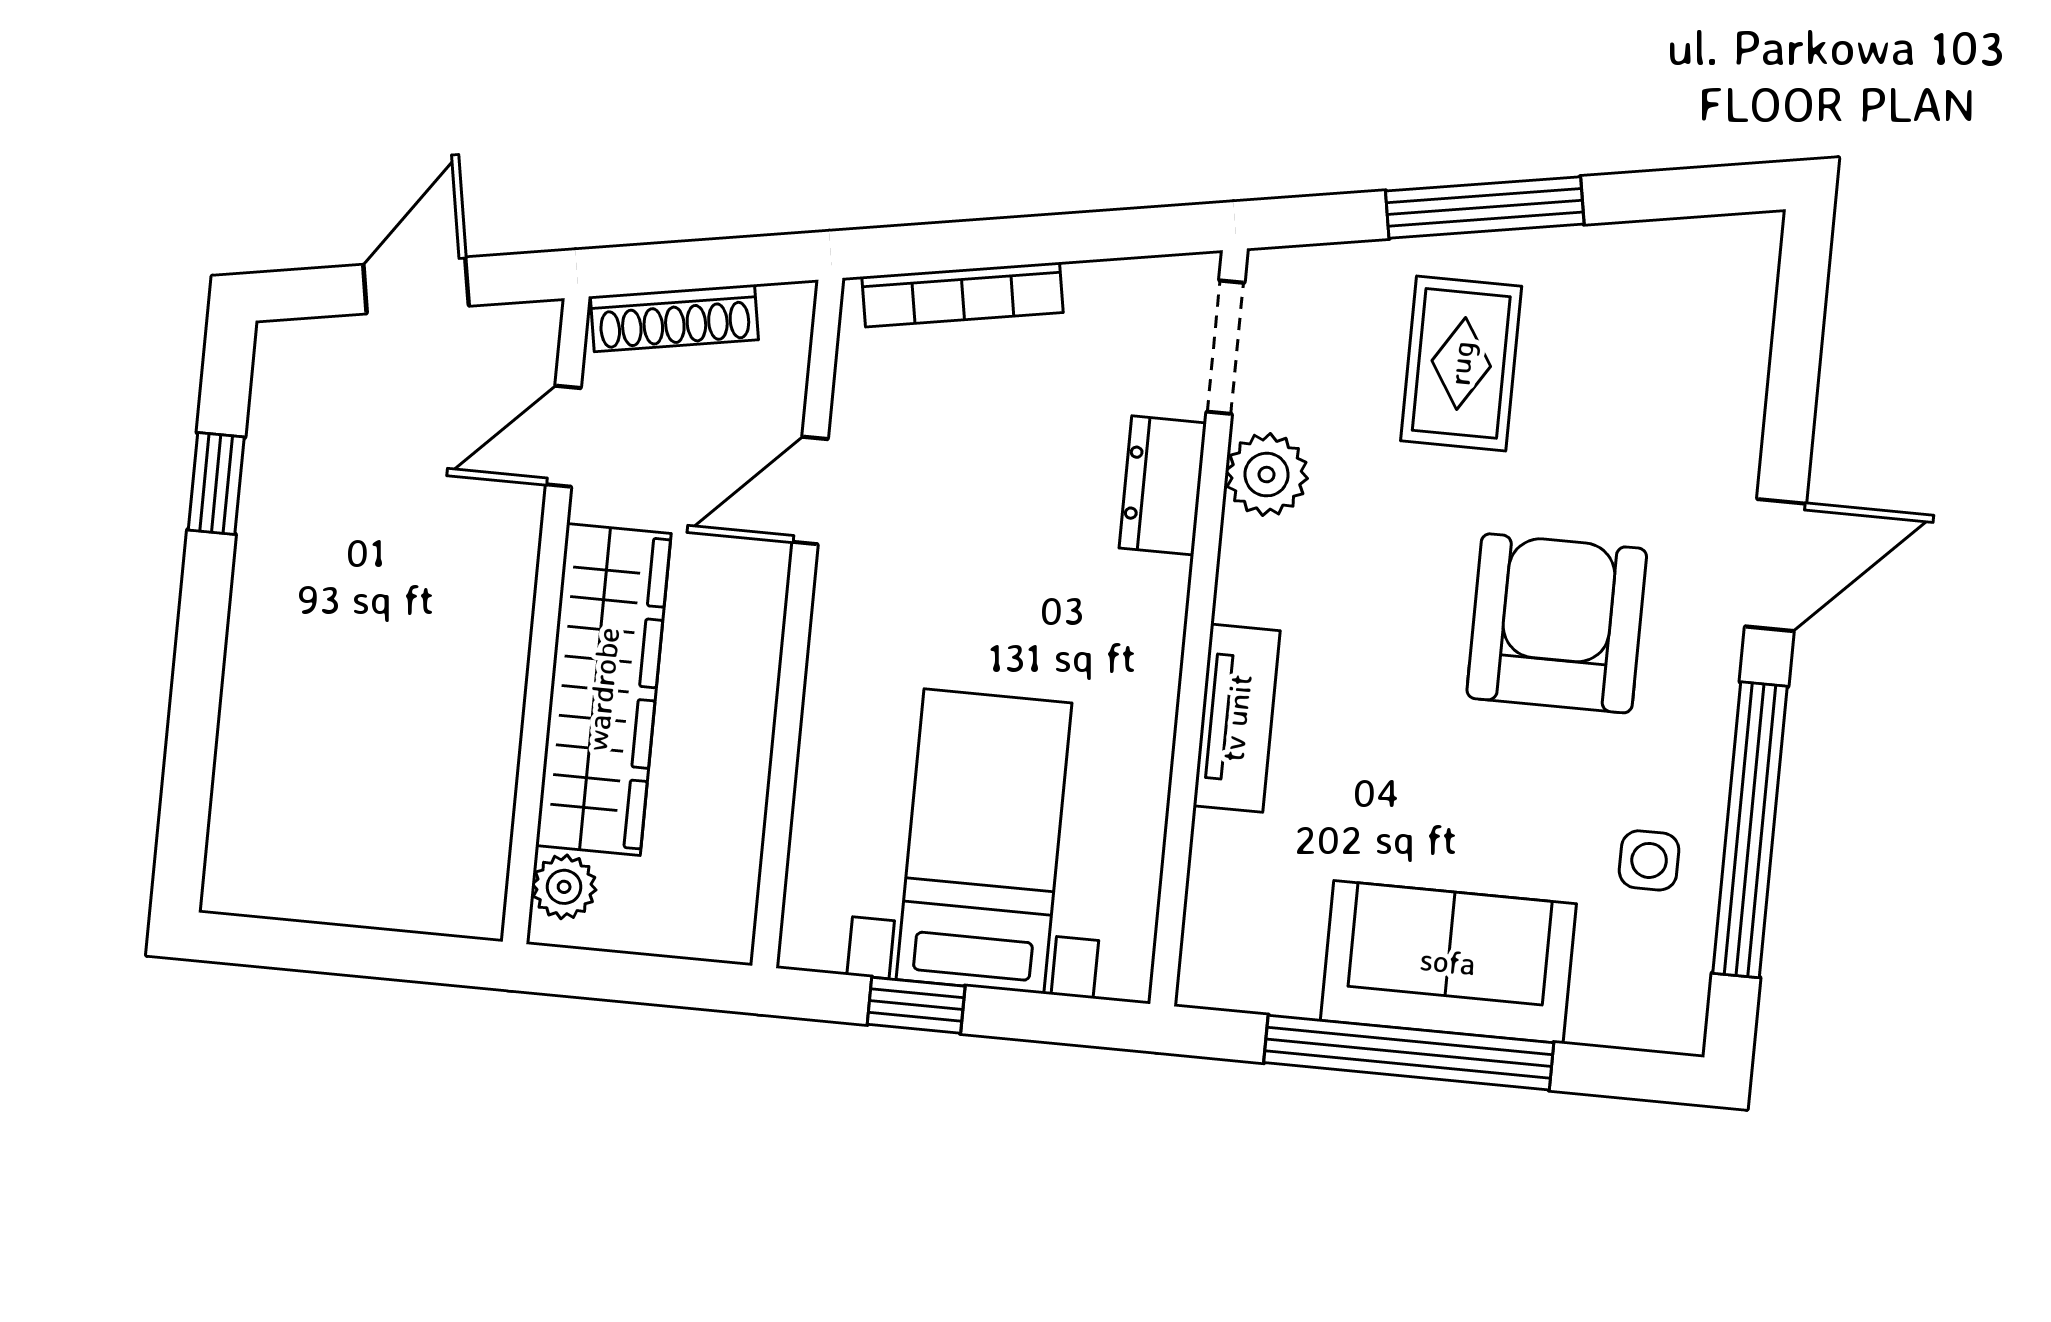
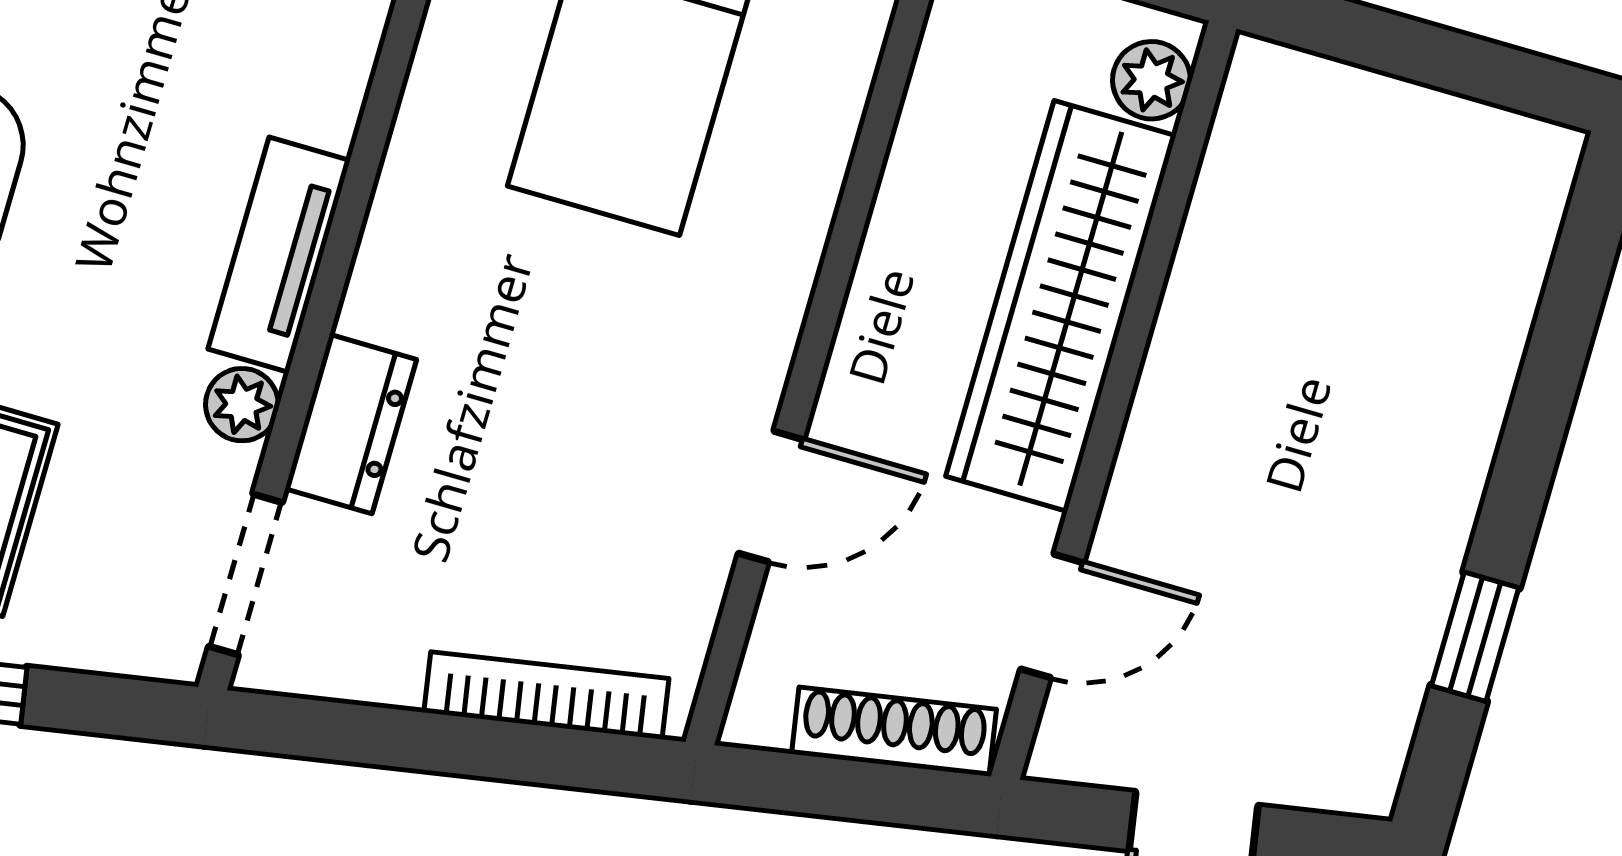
plant: (1267, 475) -> (242, 405), width x0.73, depth x0.73
tv unit: (1237, 718) -> (279, 255), moved

